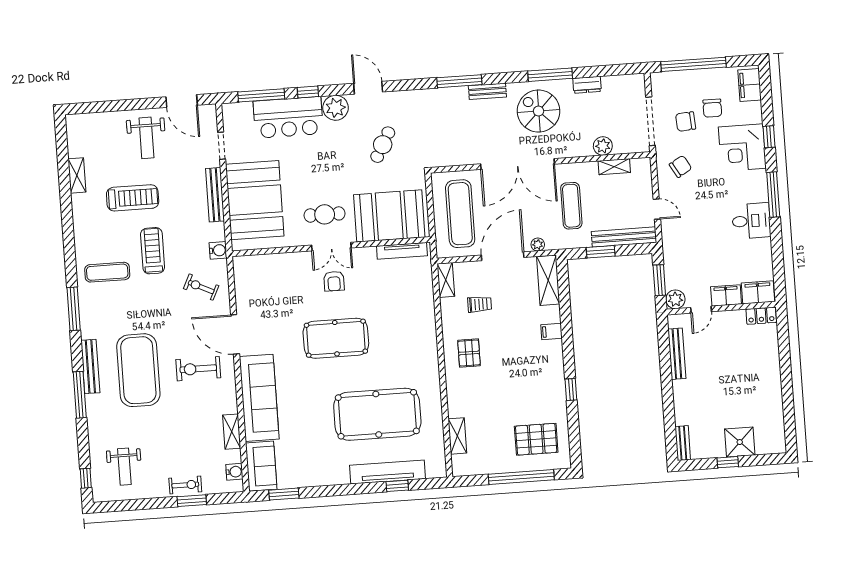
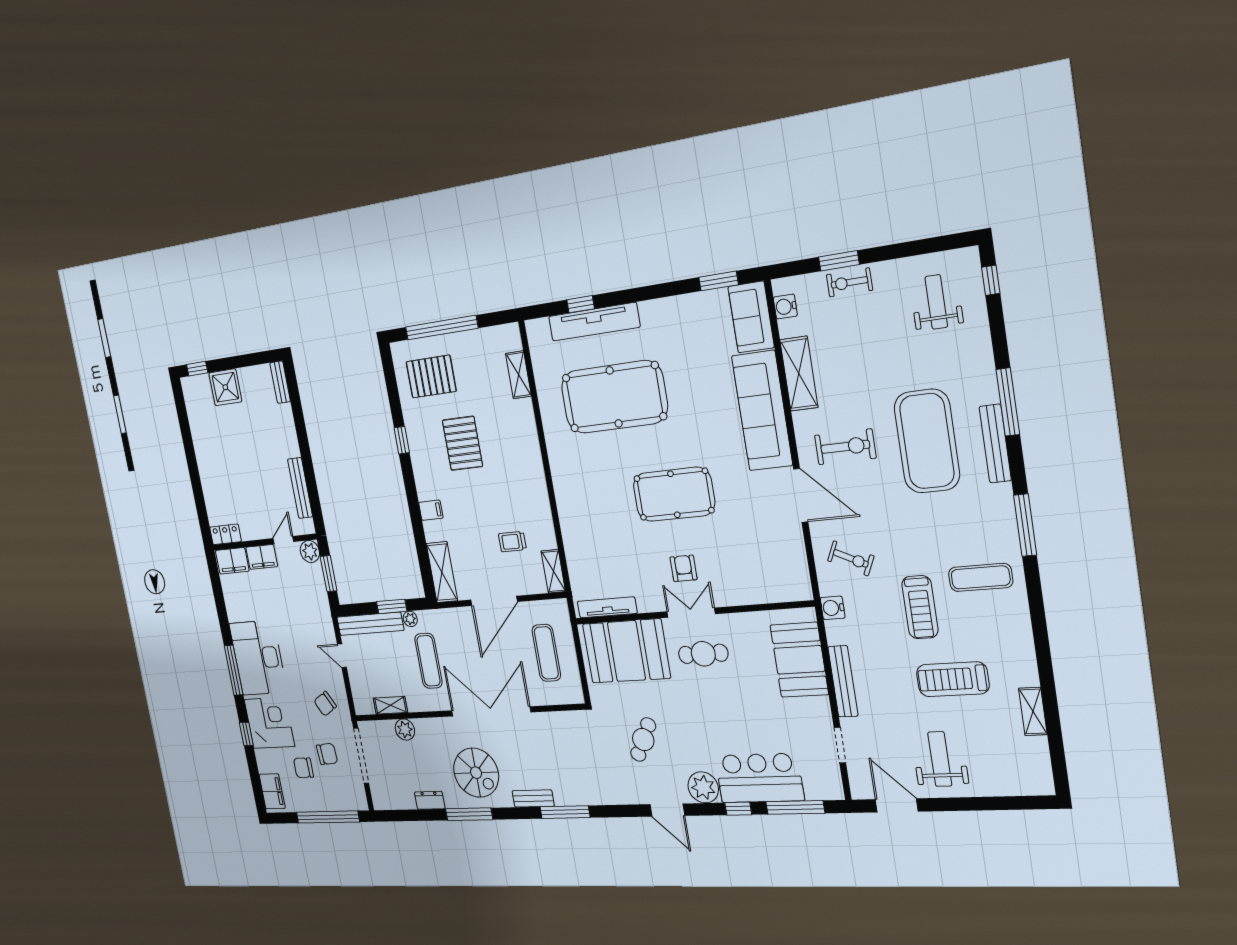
chair: (712, 108) -> (303, 768), turned -90
booth: (255, 200) -> (799, 660), width x0.73, depth x0.70
exercise mat: (460, 214) -> (546, 653), width x0.73, depth x0.69
desk: (751, 221) -> (258, 658), width x1.87, depth x1.30
plant: (538, 245) -> (410, 619), moved
pallet: (469, 353) -> (462, 443), moved, width x1.50, depth x1.42
shelving: (232, 432) -> (799, 374), width x1.50, depth x1.33
window: (728, 462) -> (197, 369), moved

